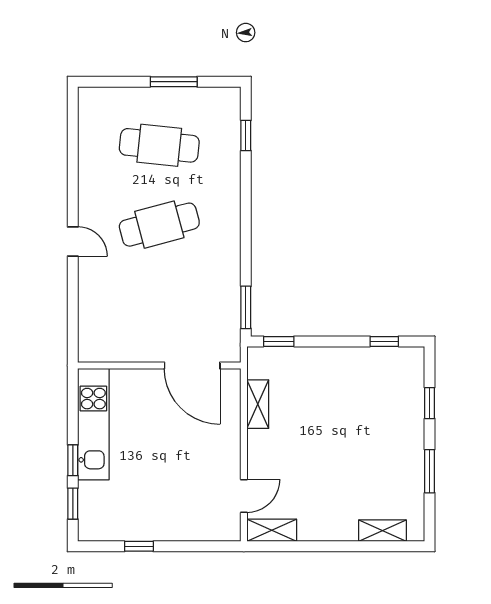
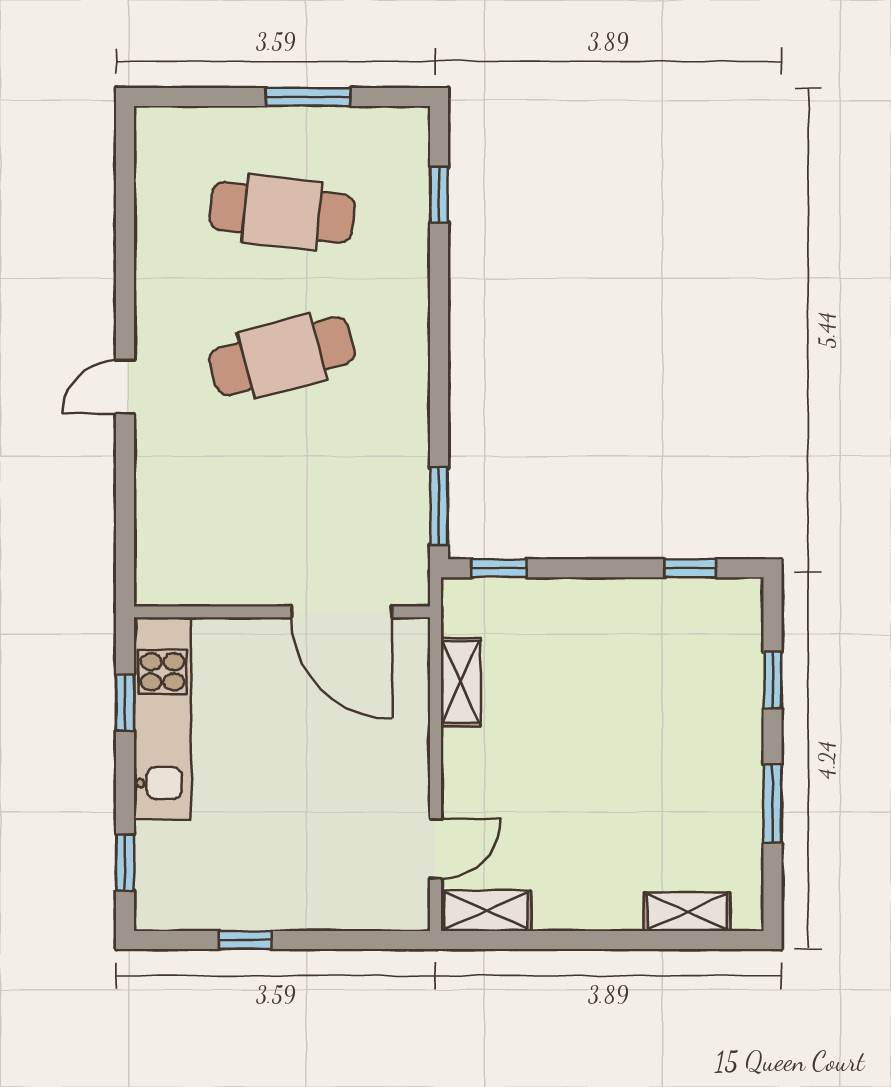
door: (73, 241) -> (125, 387), swing flipped
window: (73, 460) -> (125, 703), moved

